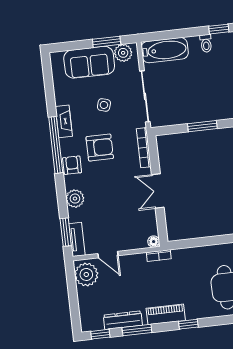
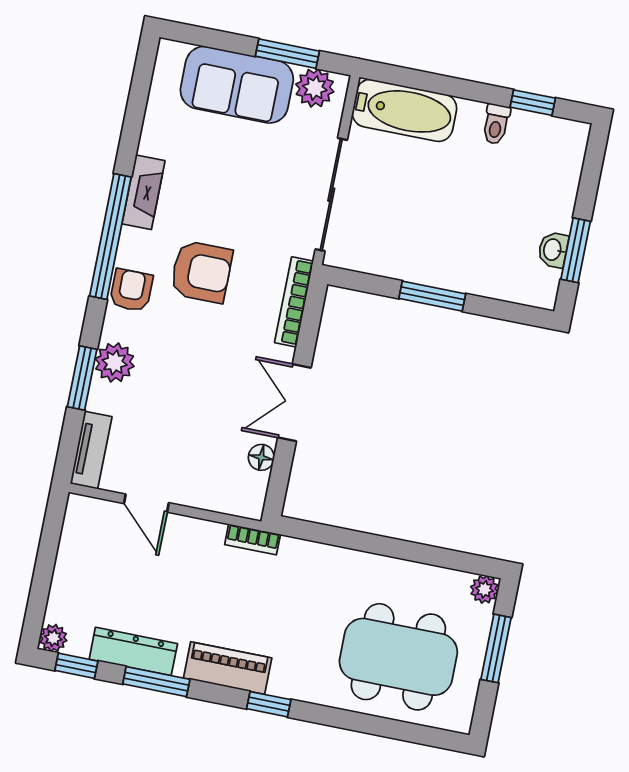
side table: (104, 105) -> (239, 185), removed
window: (66, 232) -> (82, 378), moved
floor lamp: (154, 242) -> (261, 457), moved
plant: (86, 274) -> (53, 638), moved, width x0.53, depth x0.53

